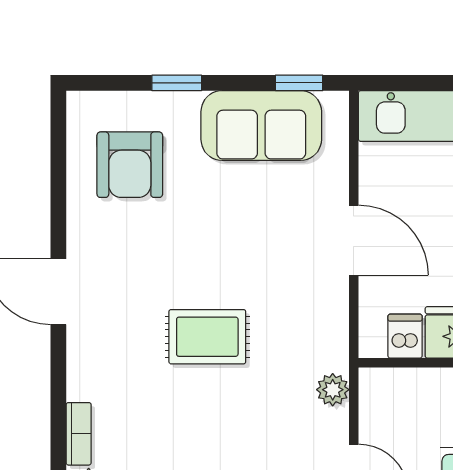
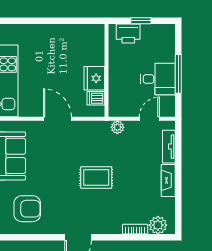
door: (354, 240) -> (57, 119), hinge flipped
rug: (207, 337) -> (96, 178), turned 90

